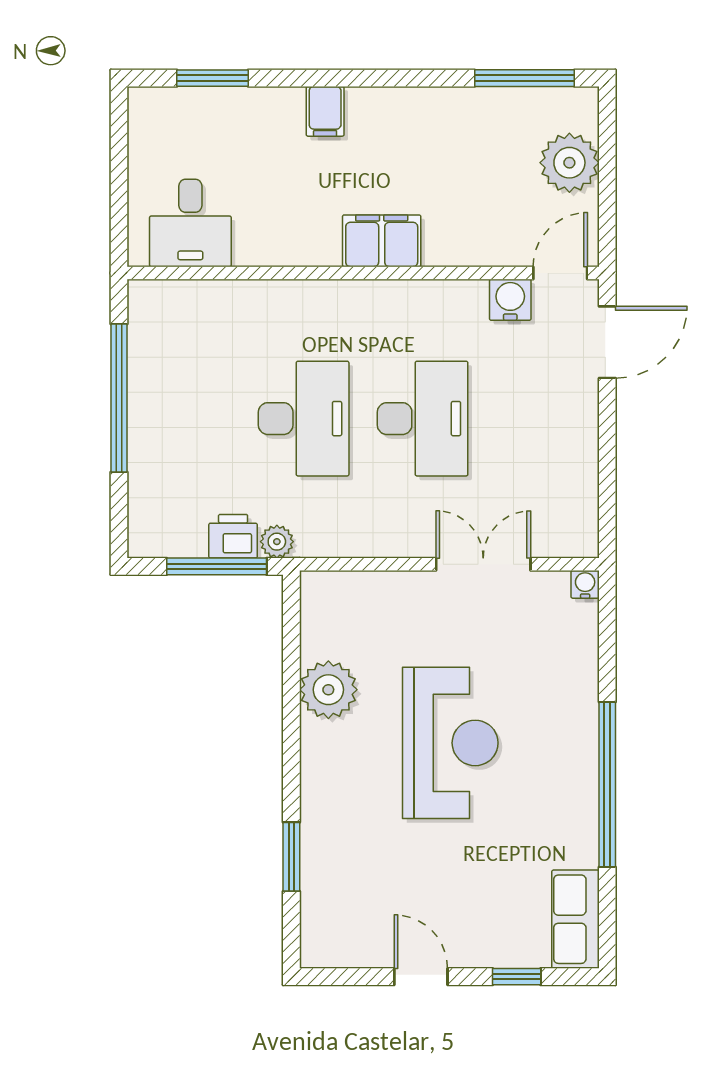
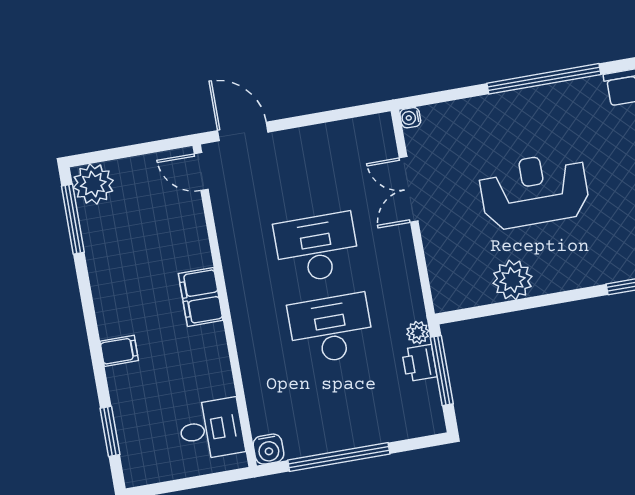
plant: (569, 163) -> (93, 184), moved
water cooler: (510, 300) -> (269, 449), moved, turned -90

